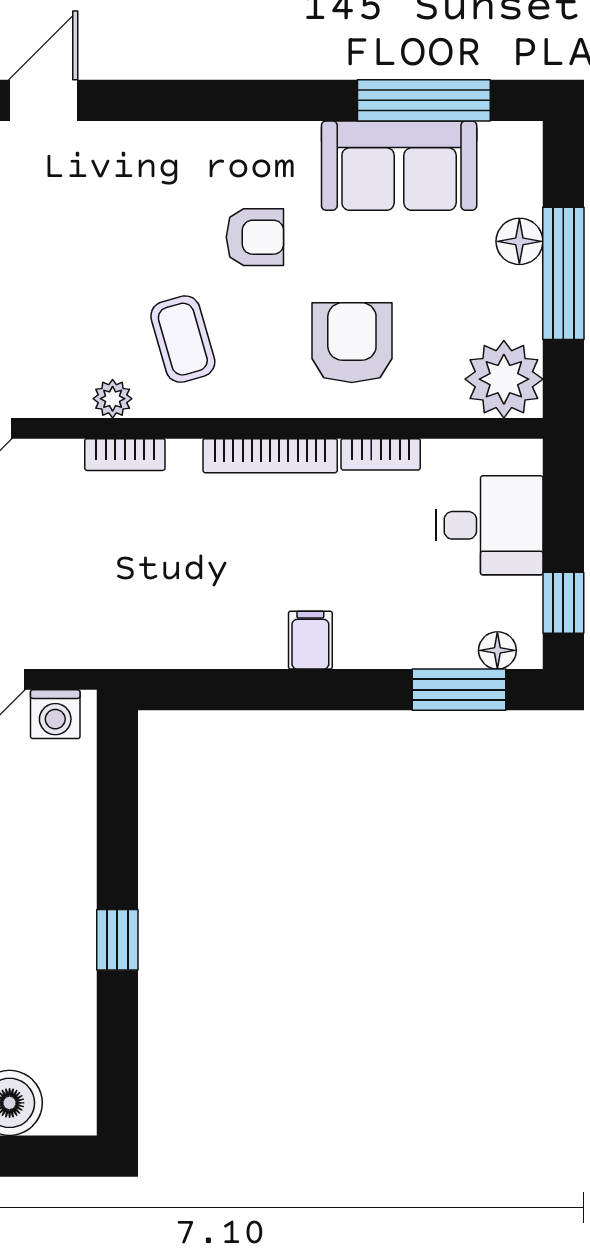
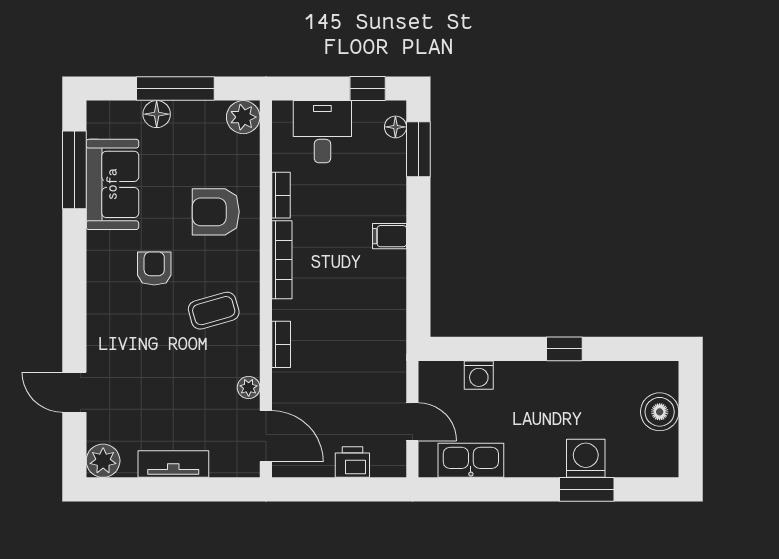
plant: (504, 379) -> (243, 117), width x0.73, depth x0.73
plant: (113, 399) -> (249, 388), moved
washing machine: (55, 714) -> (479, 375), moved, turned 90

